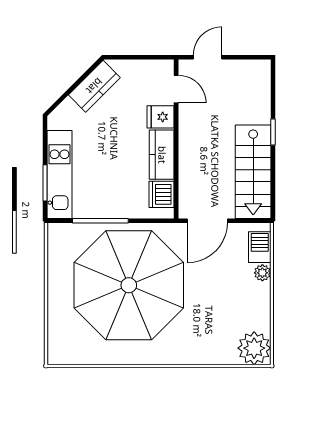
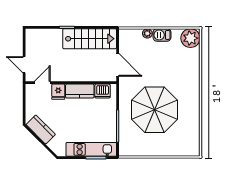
barbecue: (260, 247) -> (162, 35), moved
parasol: (129, 285) -> (154, 110), width x0.73, depth x0.73

